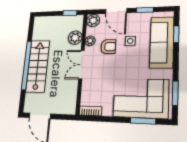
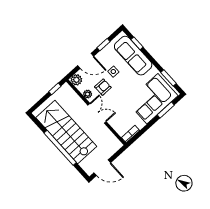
plant: (75, 38) -> (75, 101), removed
double door: (81, 65) -> (97, 113), swing flipped
stairs: (38, 66) -> (66, 132), width x1.36, depth x1.51

